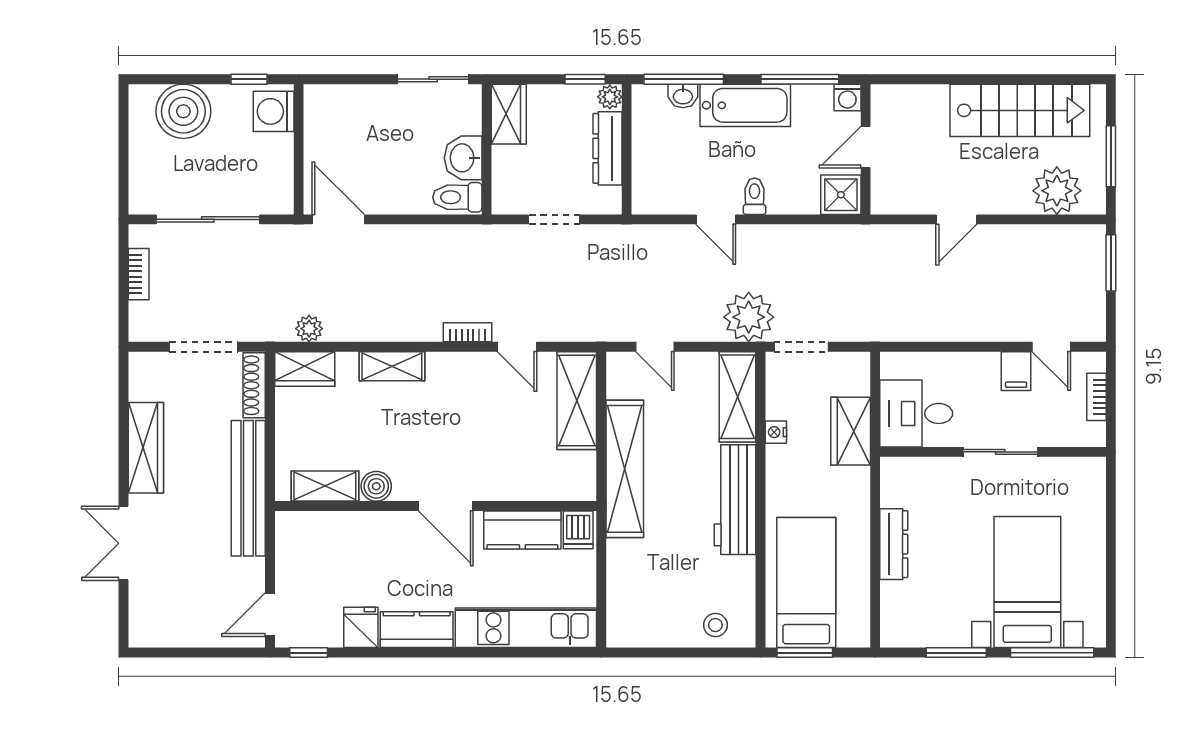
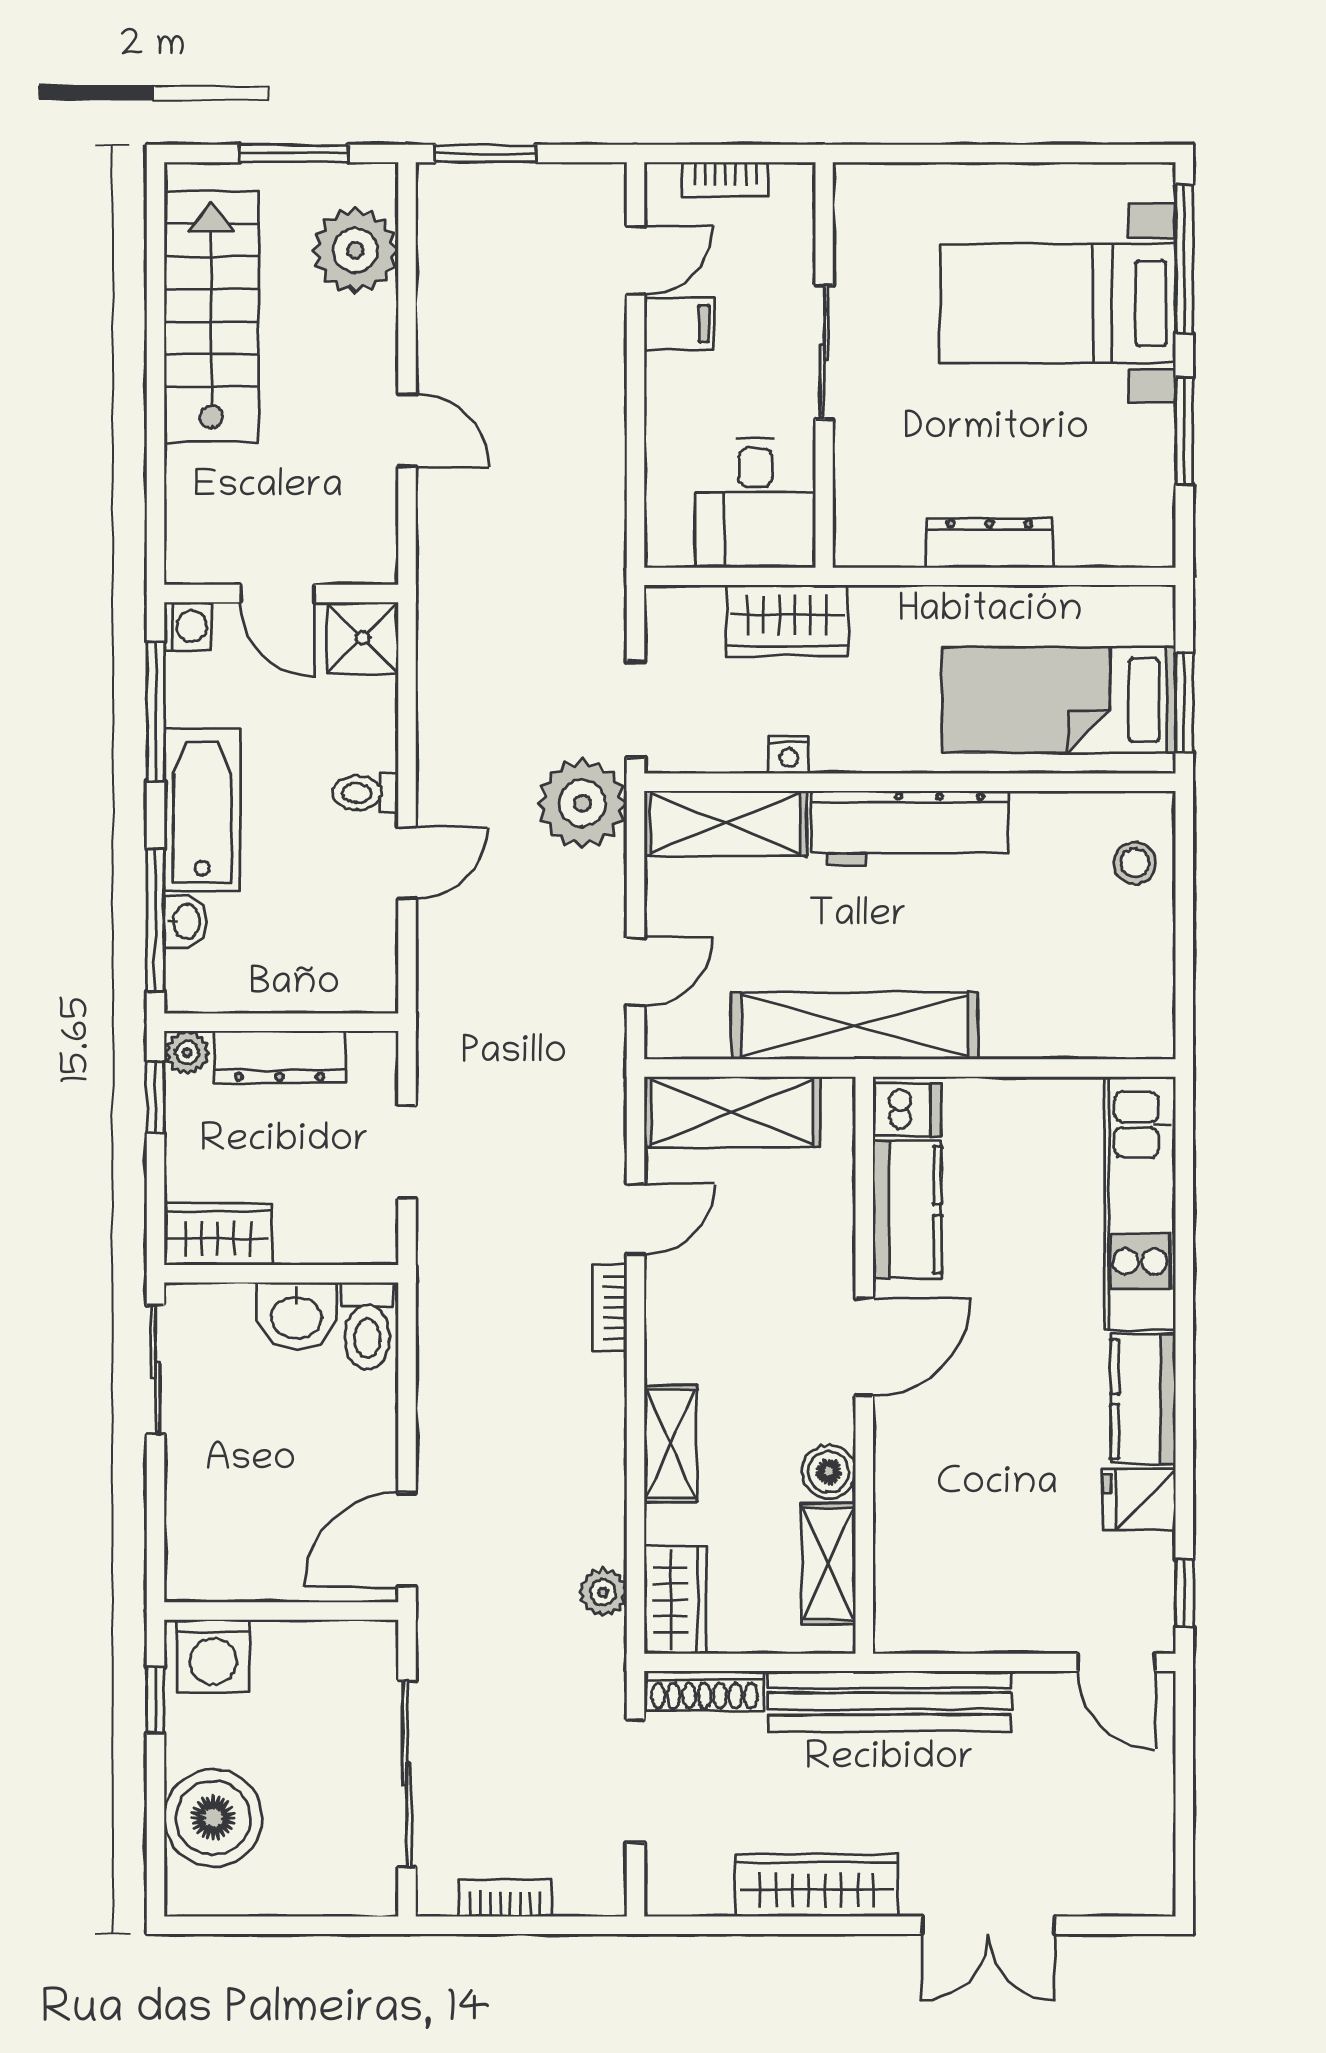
shelving: (325, 486) -> (828, 1564), moved
boiler: (376, 486) -> (829, 1472), moved
wall: (436, 506) -> (864, 1365), moved
door: (446, 506) -> (864, 1347), moved
kitchen counter: (522, 530) -> (907, 1210), moved
dishwasher: (578, 530) -> (907, 1109), moved

